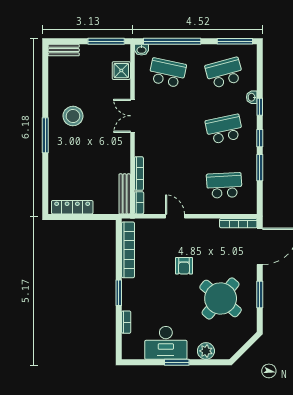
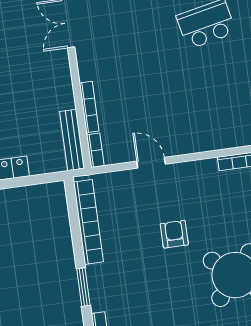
school desk: (224, 185) -> (217, 107), removed
armchair: (184, 266) -> (174, 234), turned 180

